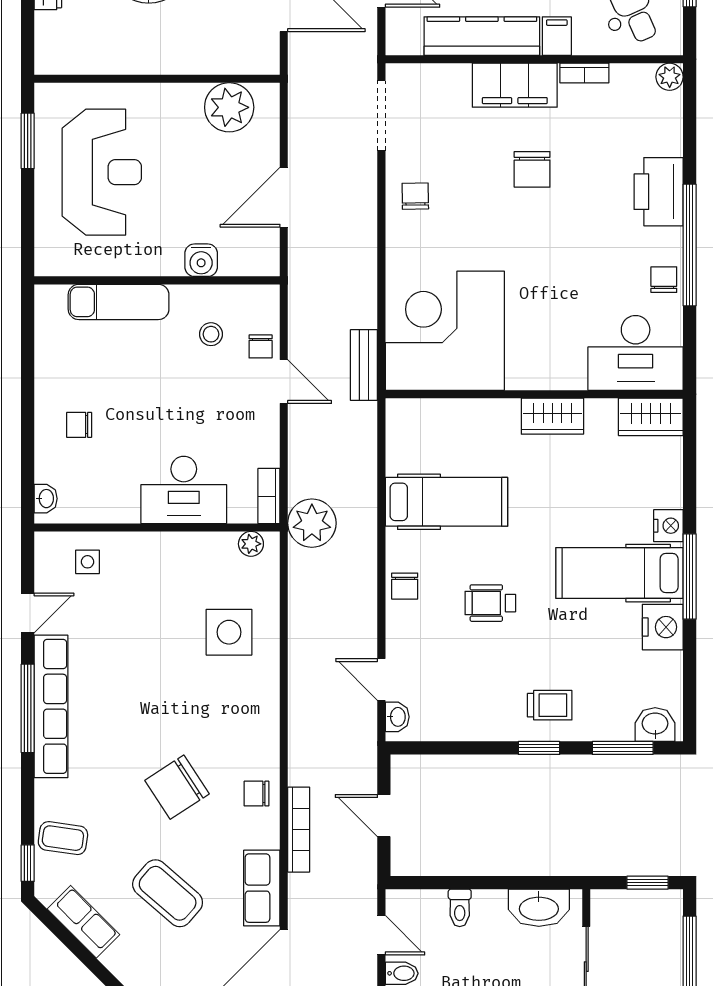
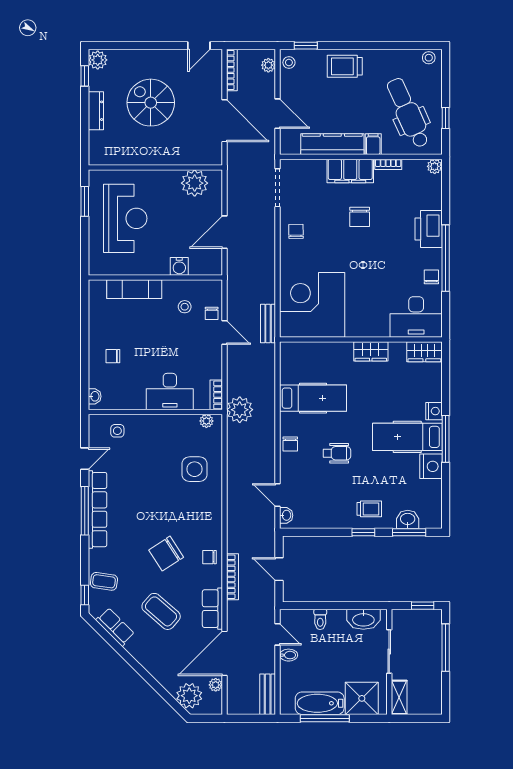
wheelchair: (490, 603) -> (337, 453), turned 180
washbasin: (655, 725) -> (408, 519), moved

